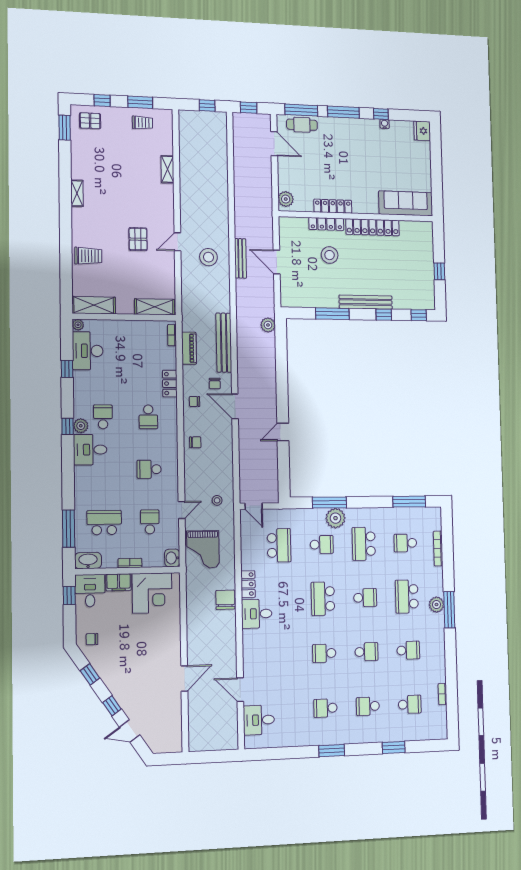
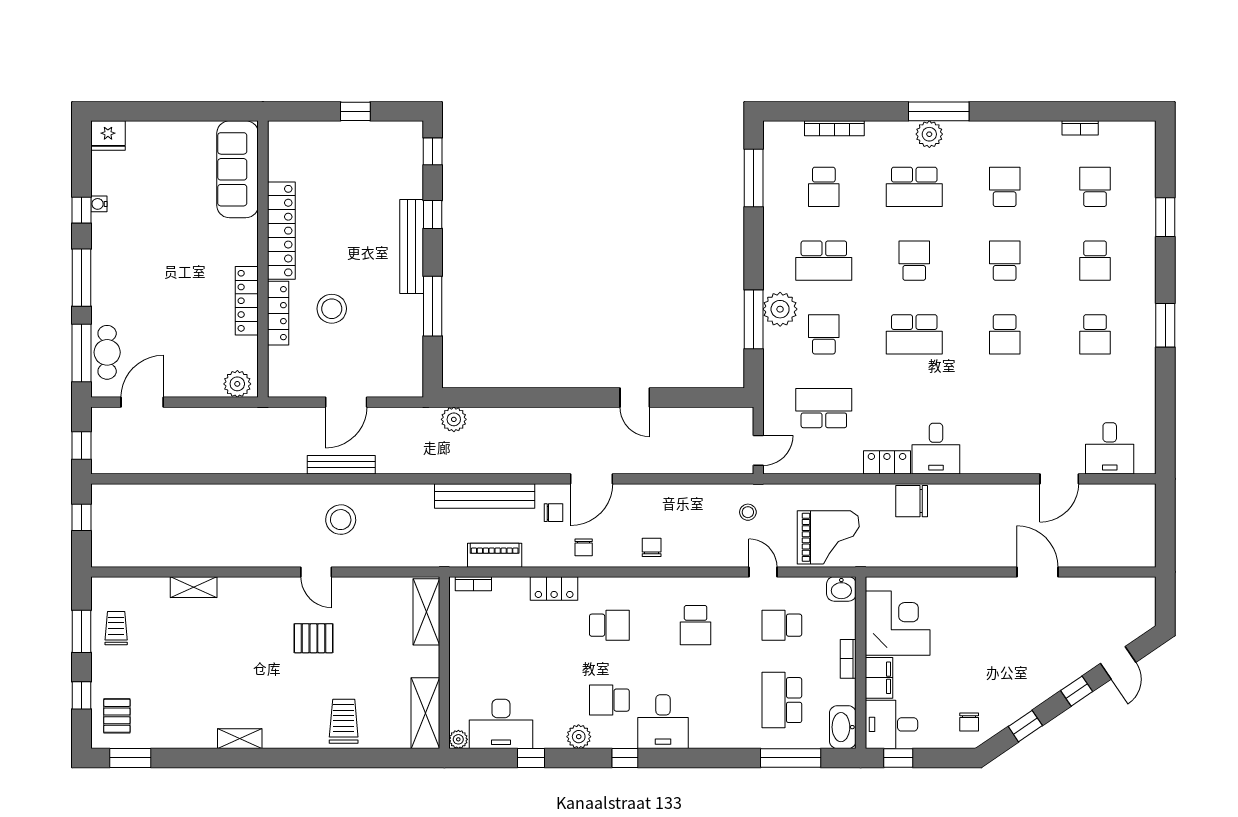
plant: (81, 426) -> (579, 737), moved

